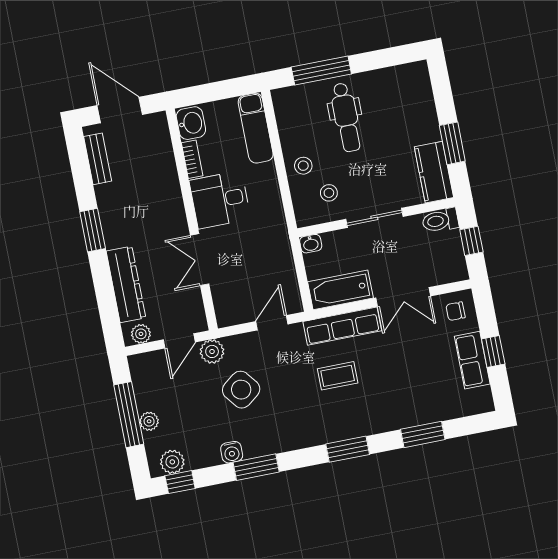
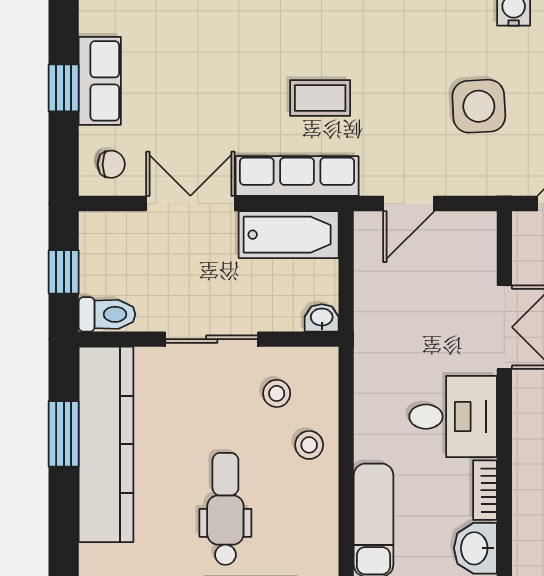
kitchen counter: (434, 172) -> (106, 444), width x2.08, depth x1.17
plant: (212, 351) -> (513, 176), removed
side table: (241, 390) -> (479, 106), turned 35

